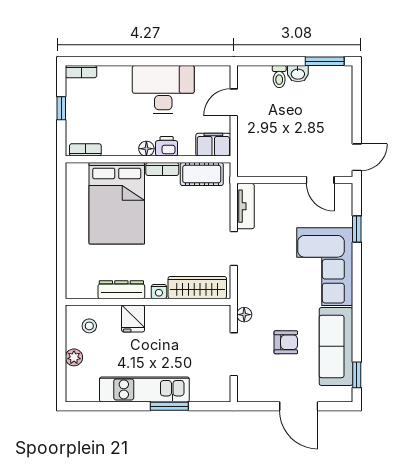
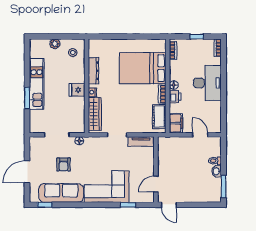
desk: (163, 90) -> (207, 83), moved
fridge: (133, 319) -> (77, 90), moved

